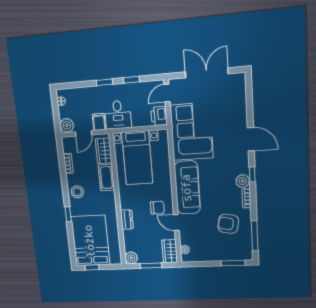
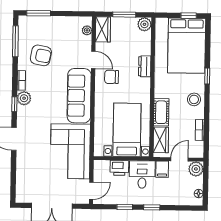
printer: (159, 116) -> (119, 168), moved, turned 90

